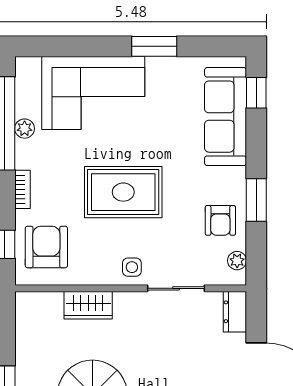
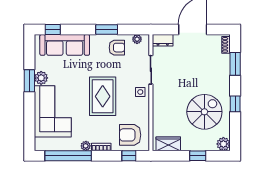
plant: (160, 70) -> (41, 78), added
plant: (25, 129) -> (86, 146), moved
wardrobe: (88, 305) -> (168, 144), moved, turned -90

